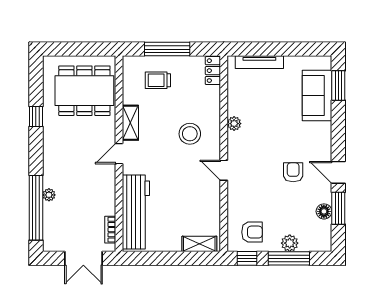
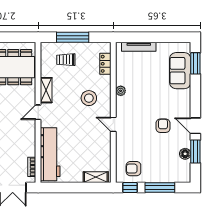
locker: (213, 71) -> (105, 64), moved
armchair: (252, 232) -> (133, 169), turned 180
plant: (290, 243) -> (160, 177), removed

